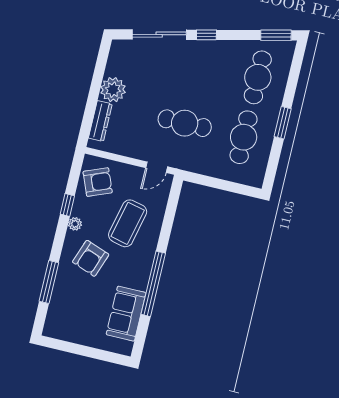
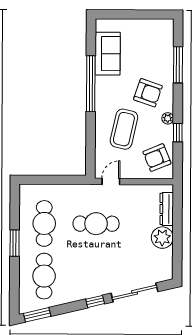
armchair: (91, 258) -> (148, 93), turned 89

